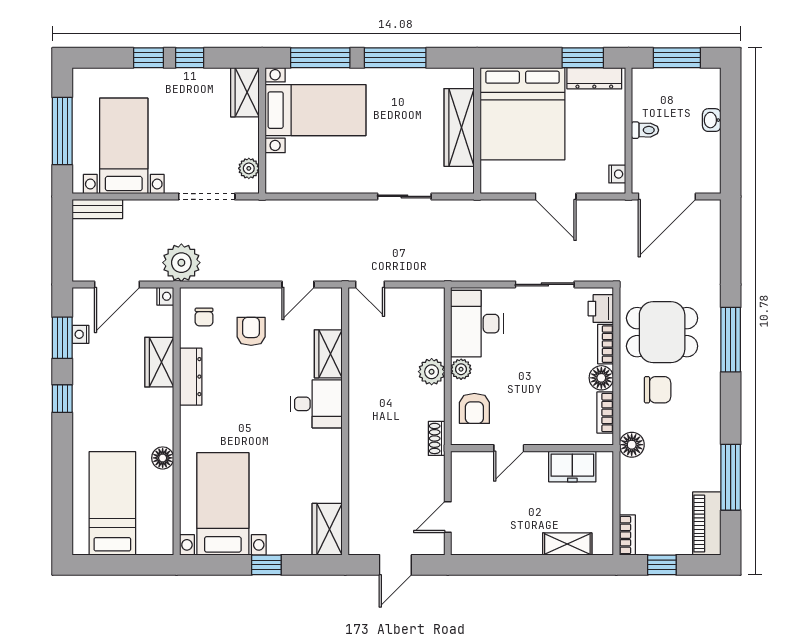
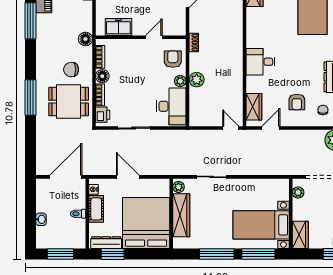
cot: (612, 139) -> (96, 209), added
plant: (464, 178) -> (179, 187), added
wardrobe: (328, 354) -> (254, 107), moved

